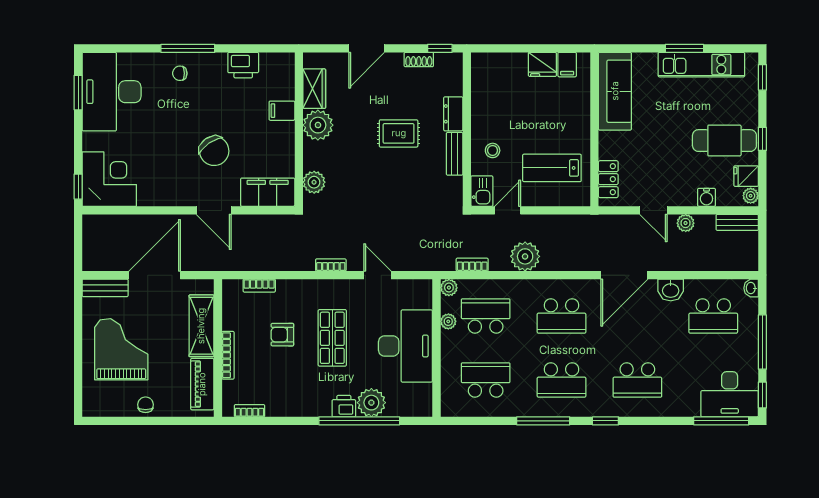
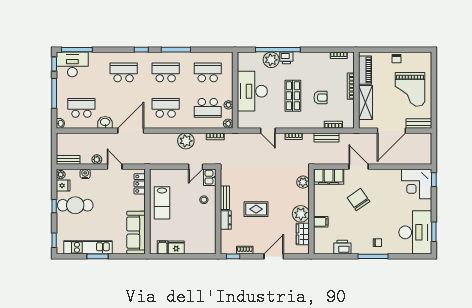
lab bench: (552, 168) -> (162, 203), moved, turned 90
bench: (272, 263) -> (327, 138), added
school desk: (486, 380) -> (208, 72), turned 180

